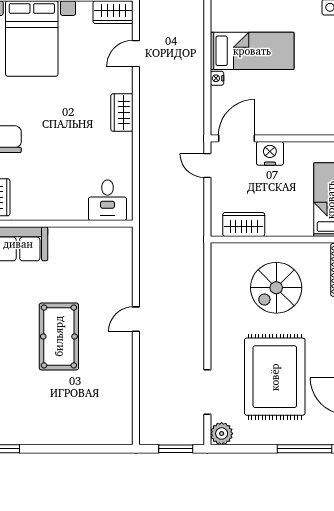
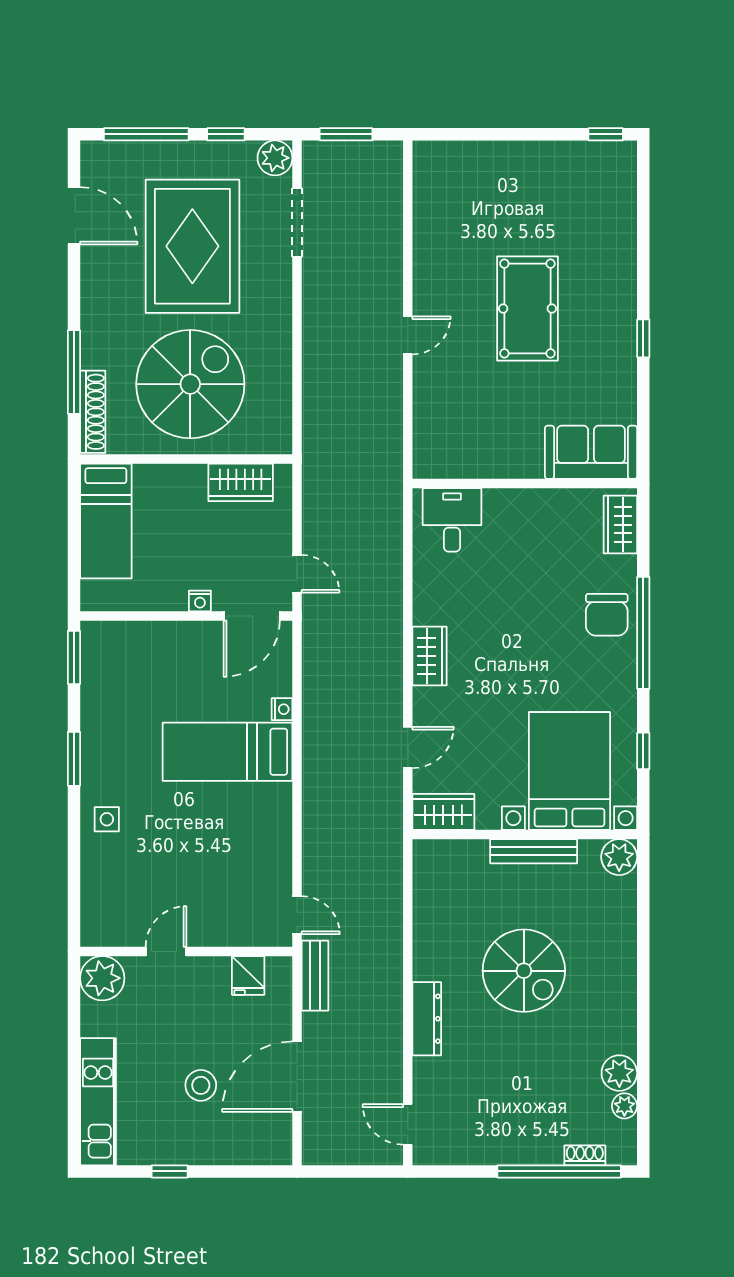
nightstand: (270, 153) -> (200, 601), width x0.53, depth x0.56
spiral stairs: (276, 288) -> (190, 384), width x1.37, depth x1.37
window: (253, 449) -> (226, 134), added

